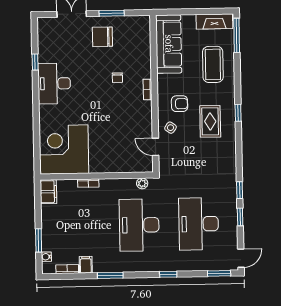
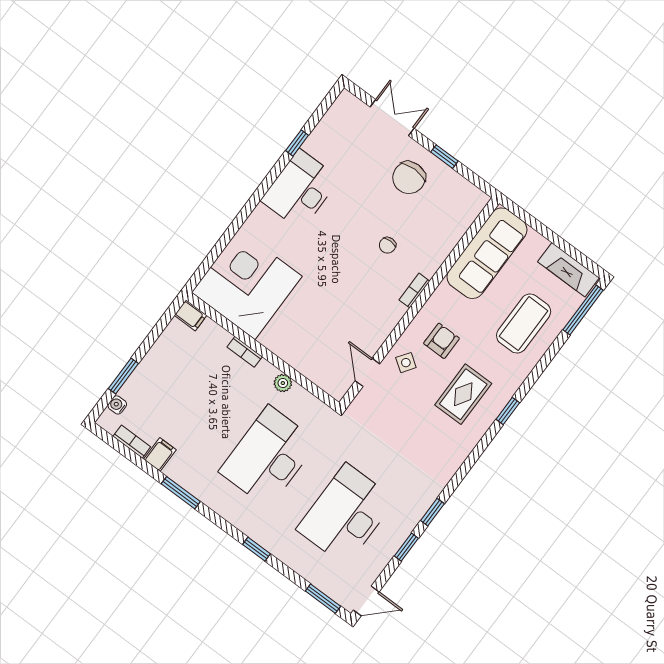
window: (112, 13) -> (444, 157), width x0.67
chair: (102, 37) -> (409, 178), turned -90
armchair: (180, 104) -> (442, 341), turned -90
plant: (142, 183) -> (283, 383), moved
filing cabinet: (48, 192) -> (191, 315), width x0.50

